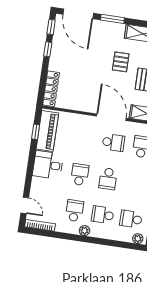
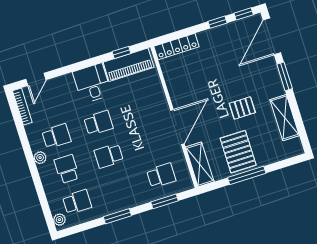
school desk: (113, 143) -> (151, 142), removed
school desk: (131, 219) -> (77, 202), turned 90

